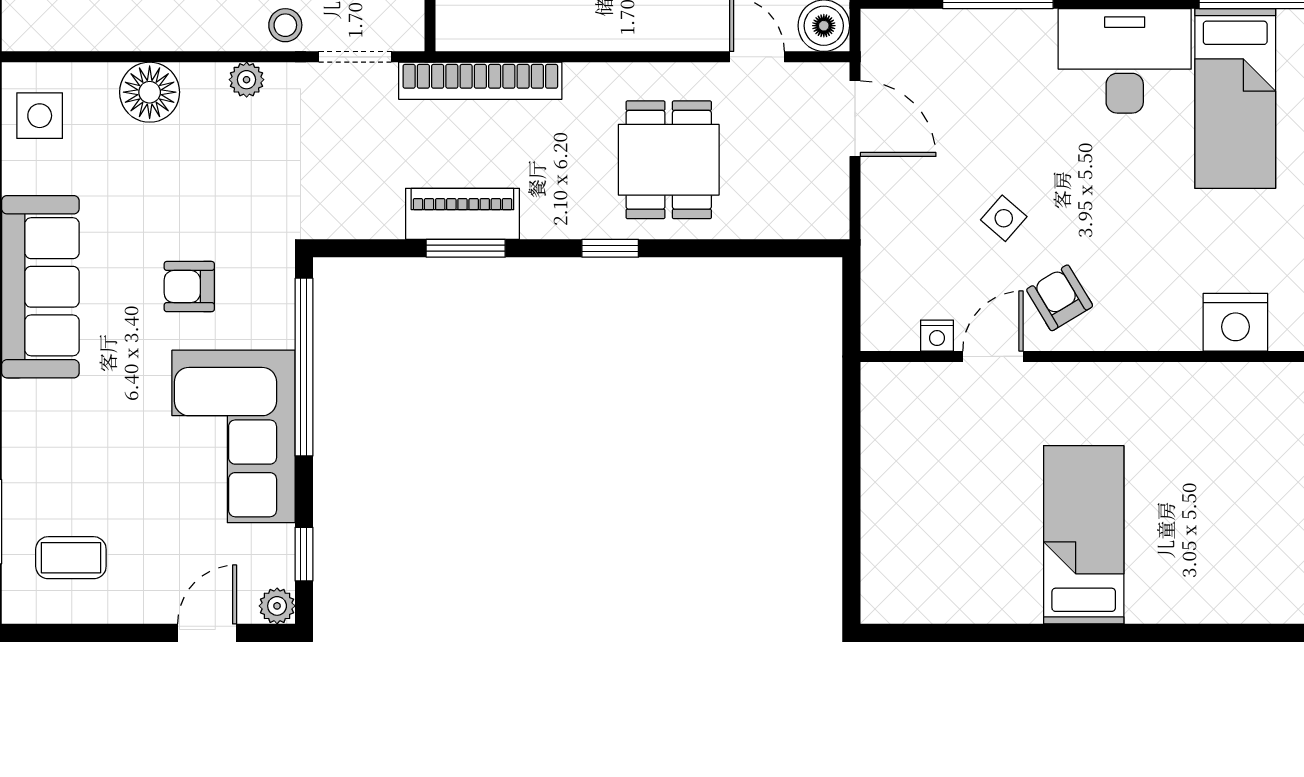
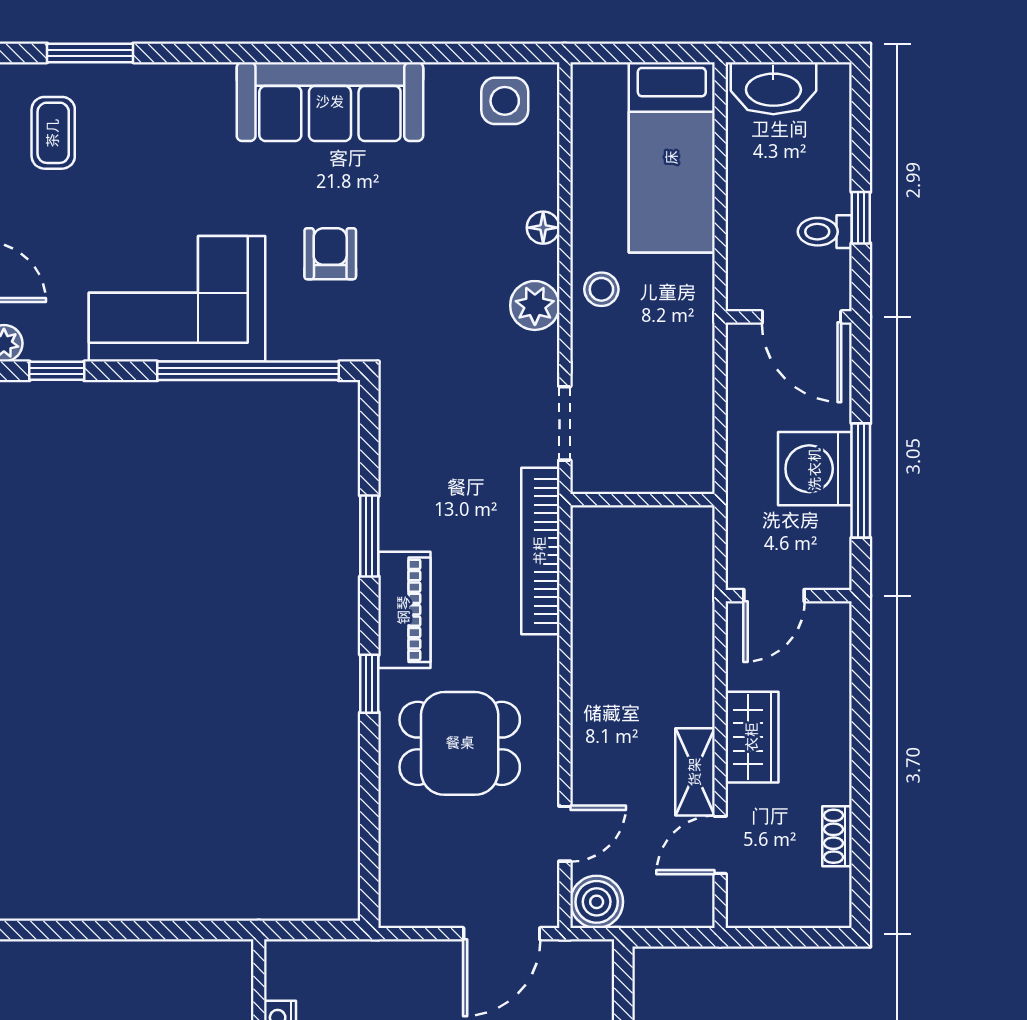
stool: (285, 25) -> (601, 289), moved
plant: (247, 80) -> (535, 305), width x1.38, depth x1.38
floor lamp: (150, 92) -> (543, 228), width x0.53, depth x0.53
piano: (462, 214) -> (404, 610), moved

